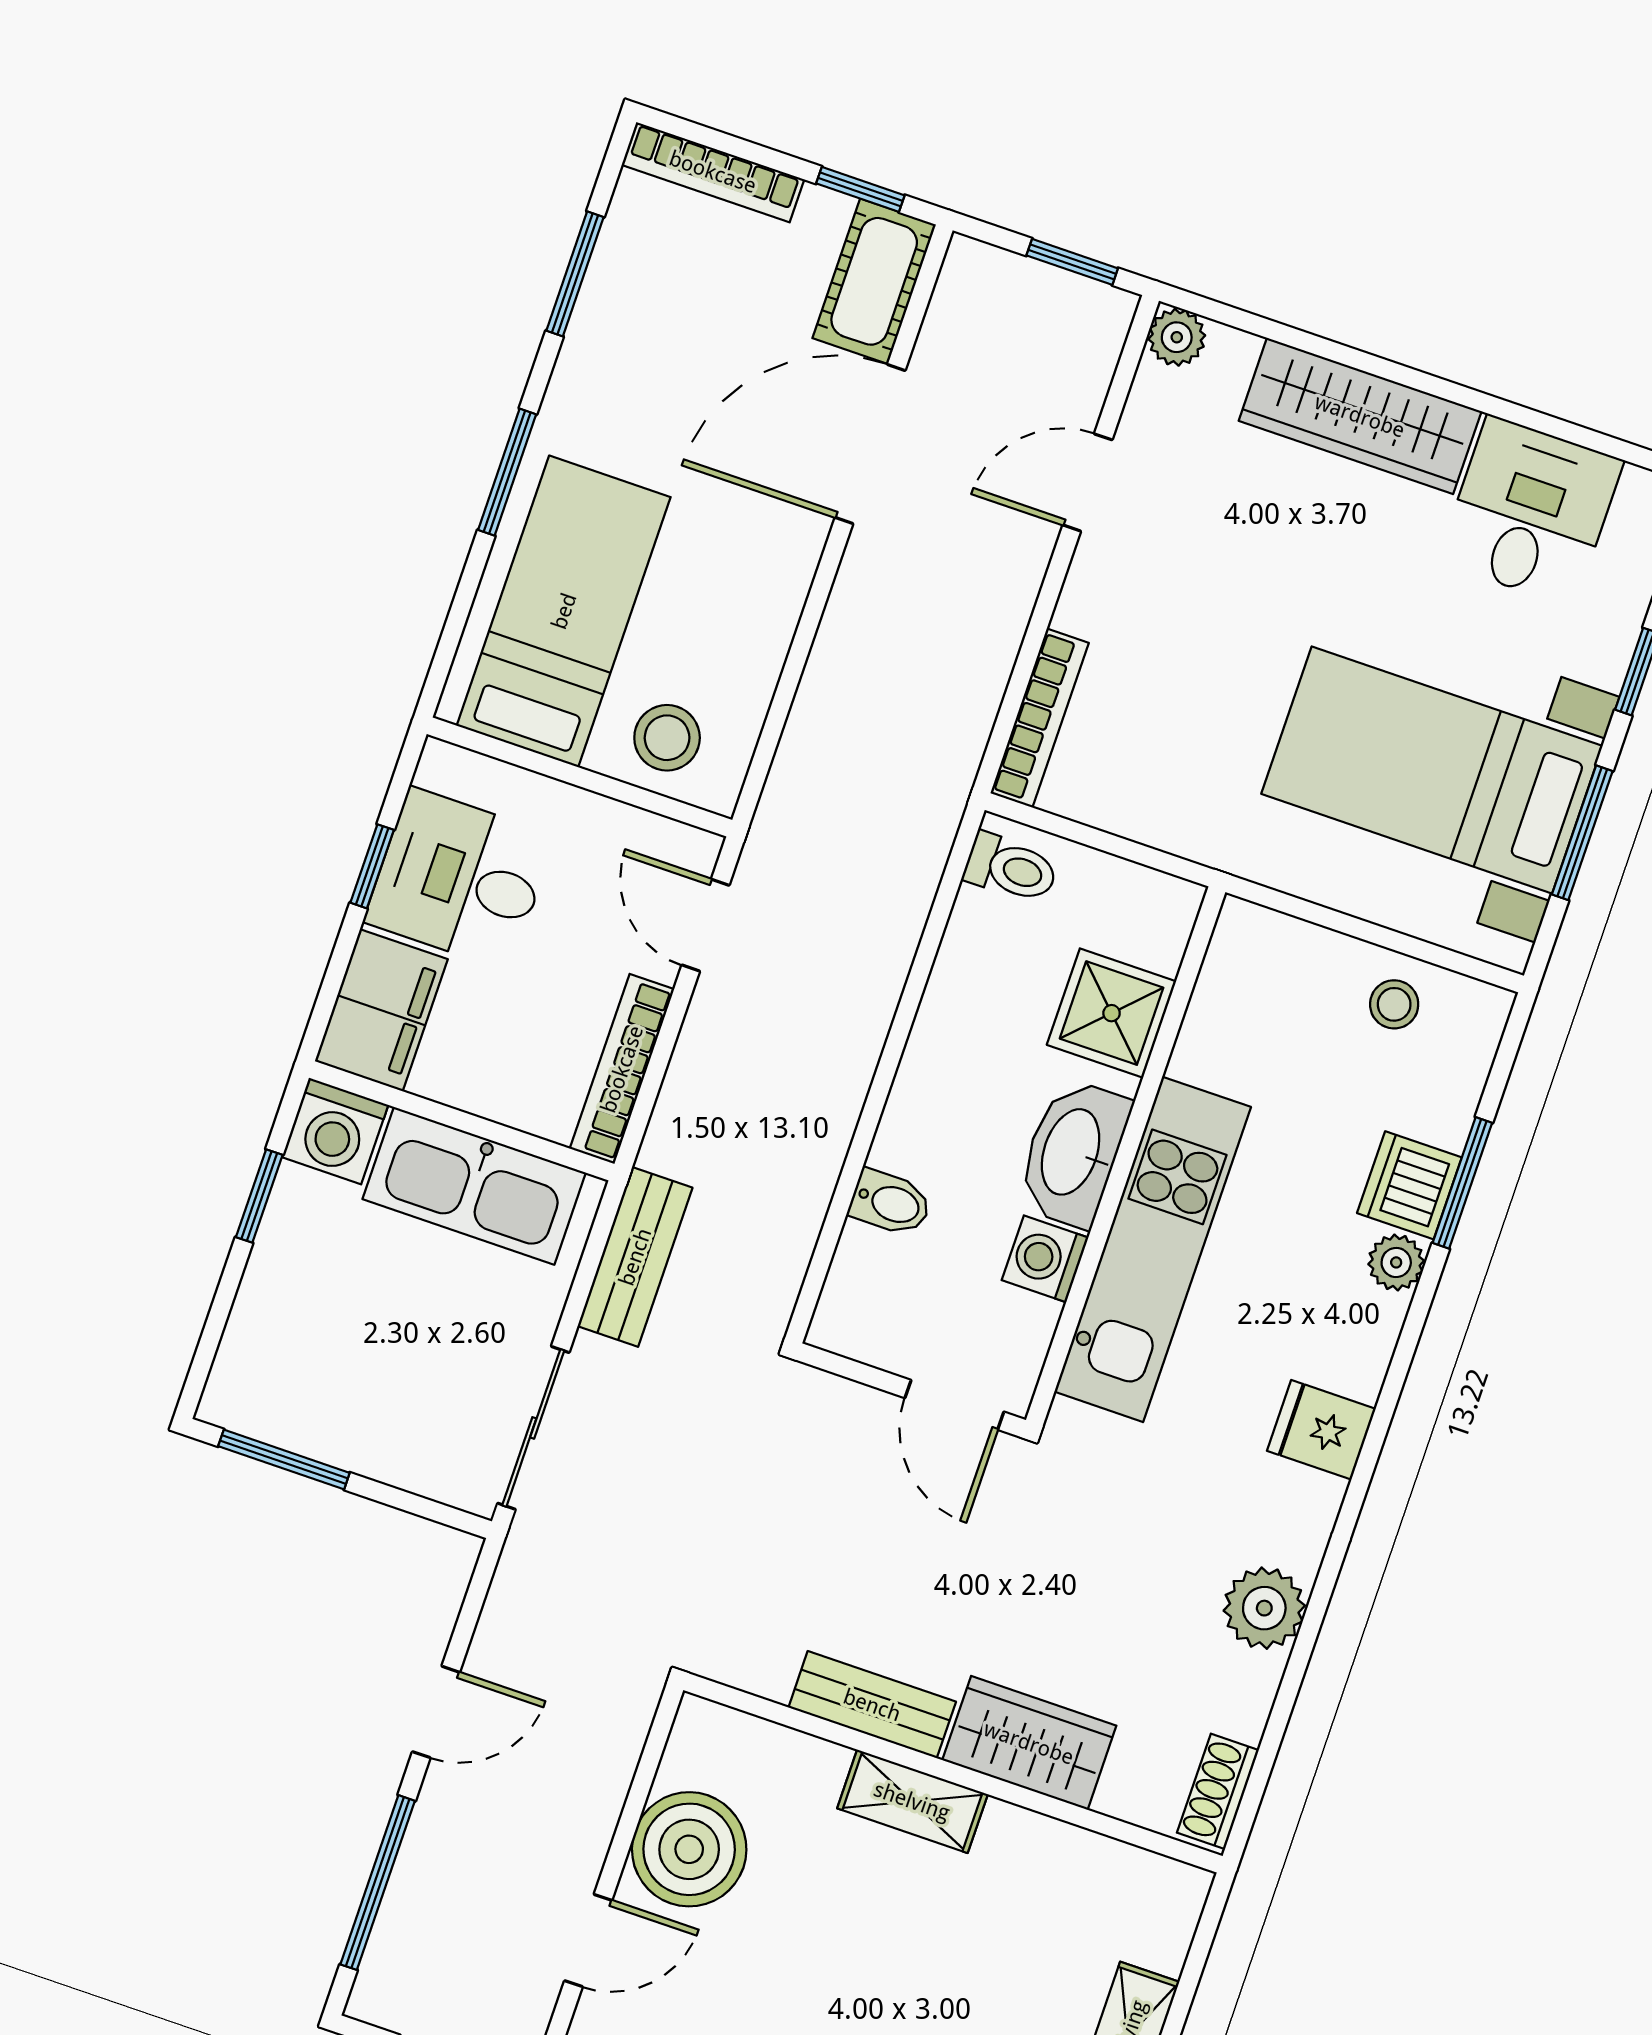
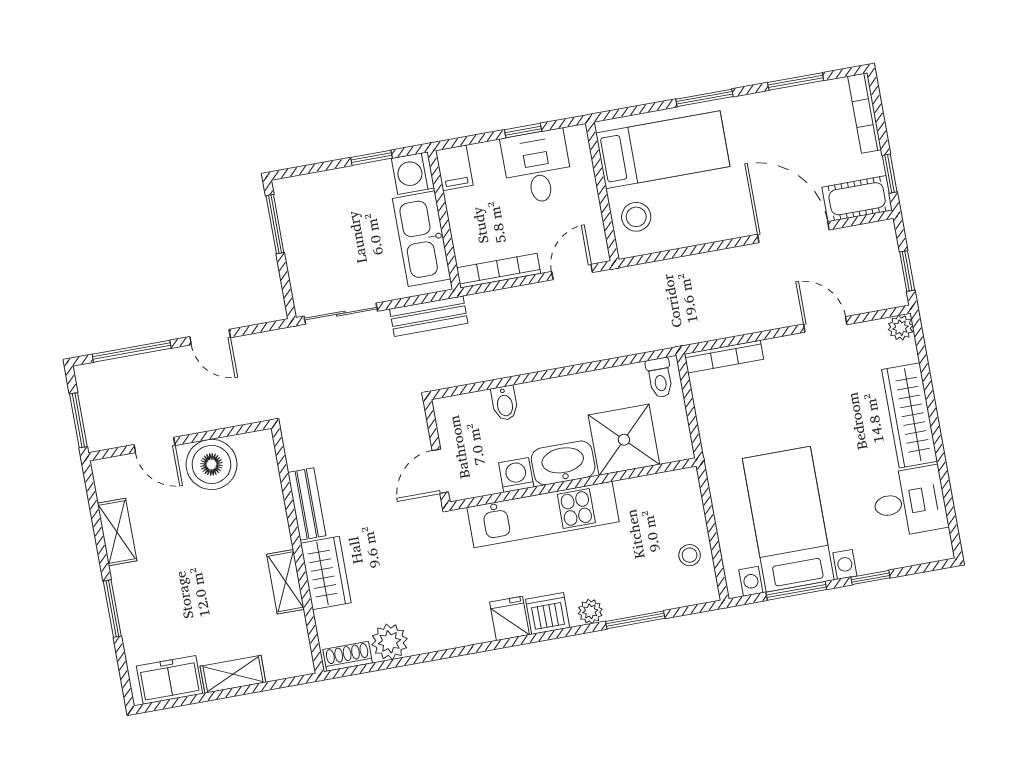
filing cabinet: (381, 1010) -> (454, 168), width x0.50
shower: (1112, 1013) -> (624, 440), width x1.36, depth x1.36
dishwasher: (1409, 1185) -> (548, 613), moved
plant: (1264, 1608) -> (390, 642), moved
shelving: (912, 1801) -> (286, 582), moved

